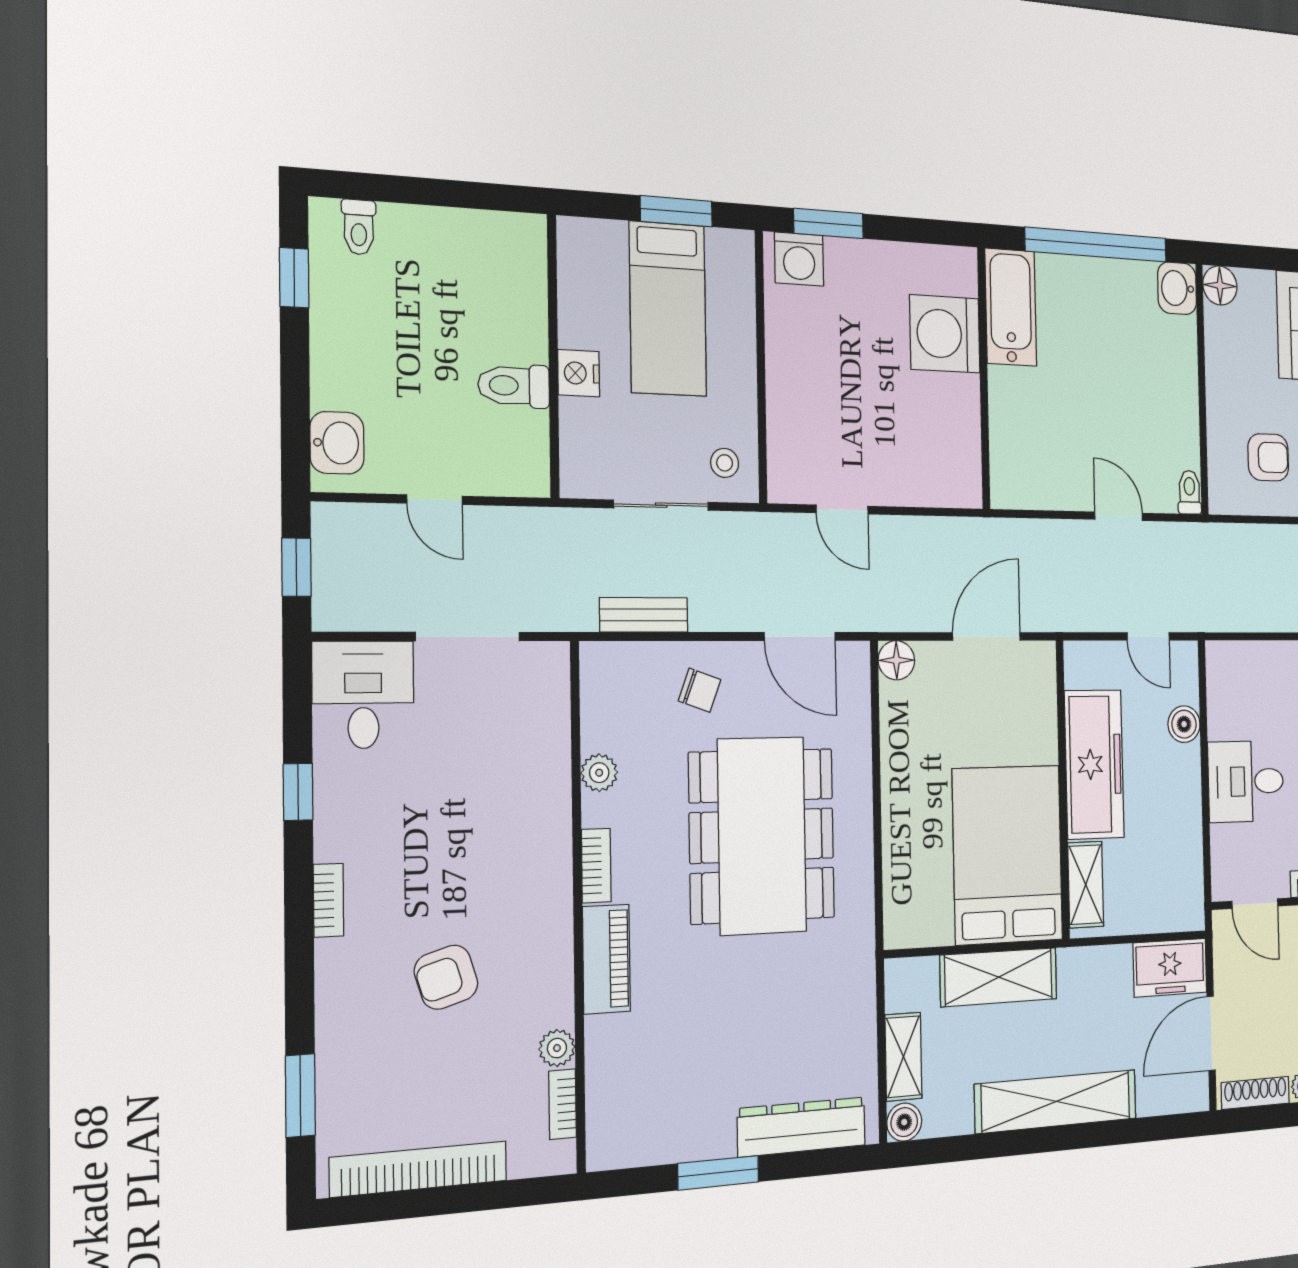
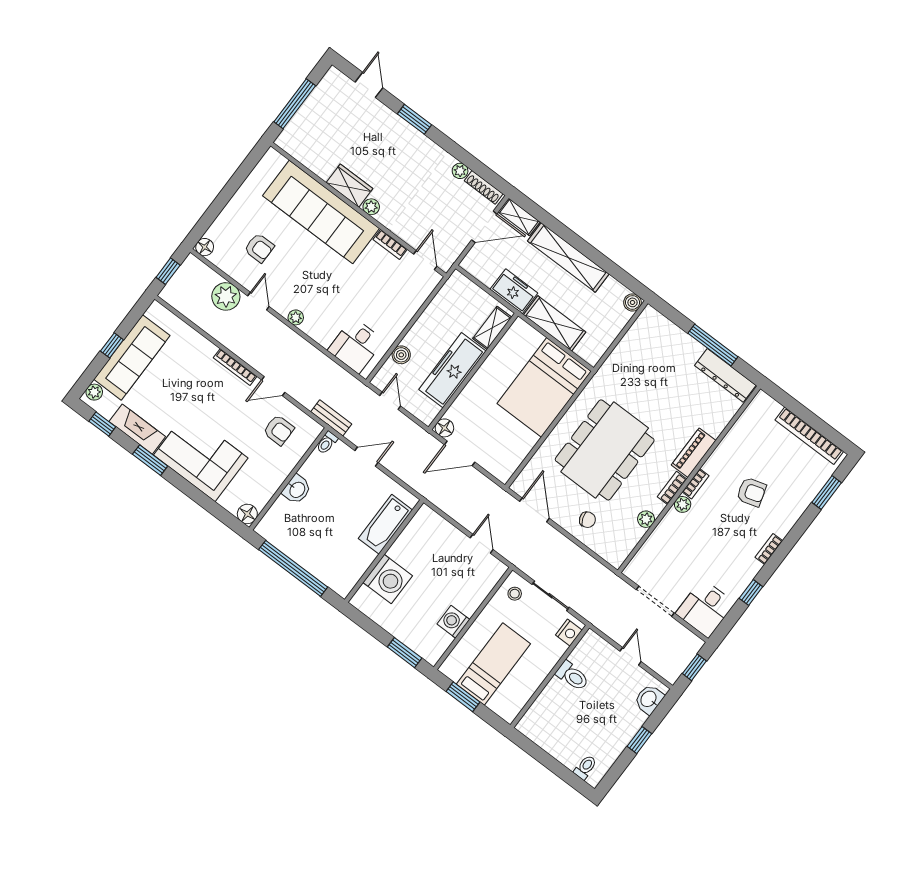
washing machine: (799, 259) -> (453, 622), moved, turned -90
window: (294, 278) -> (639, 740), moved
washbasin: (1177, 288) -> (297, 489), moved
bathtub: (1011, 307) -> (385, 524), moved
nightstand: (579, 373) -> (569, 633), moved
armchair: (1268, 457) -> (279, 430), turned 180
door: (1119, 516) -> (366, 457), swing flipped
bench: (644, 615) -> (331, 418), moved
floor lamp: (896, 660) -> (444, 428), moved
chair: (700, 690) -> (587, 520), turned 139
desk: (1246, 781) -> (356, 345), moved, turned 90
bed: (1008, 855) -> (544, 387), moved
freezer: (1170, 968) -> (514, 291), moved
plant: (557, 1048) -> (683, 504), moved
shelving: (903, 1057) -> (519, 217), moved, turned 90
bookcase: (563, 1104) -> (696, 484), moved
dresser: (802, 1127) -> (725, 375), moved
window: (718, 1173) -> (713, 345), width x1.44

